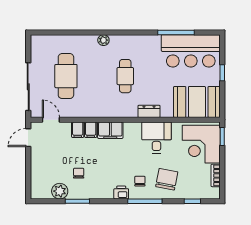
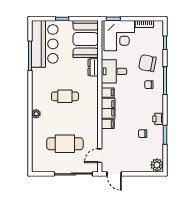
dresser: (149, 111) -> (93, 67), moved
filing cabinet: (78, 130) -> (108, 93), moved
plant: (60, 191) -> (157, 165), moved
printer: (121, 193) -> (158, 119), moved

